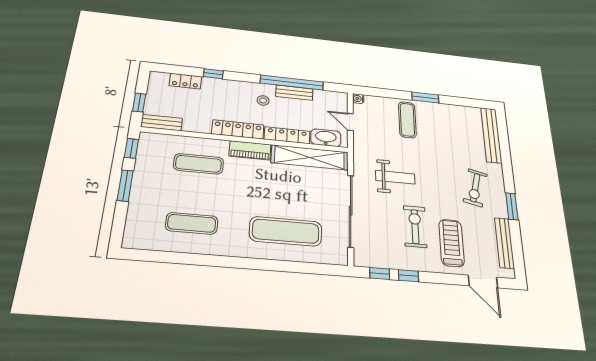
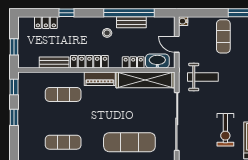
bench: (162, 123) -> (54, 63), moved
locker: (287, 135) -> (133, 62), width x0.66
weight bench: (395, 177) -> (203, 77), moved
window: (125, 186) -> (14, 117), width x0.67
exercise bike: (415, 227) -> (225, 130), turned 180

